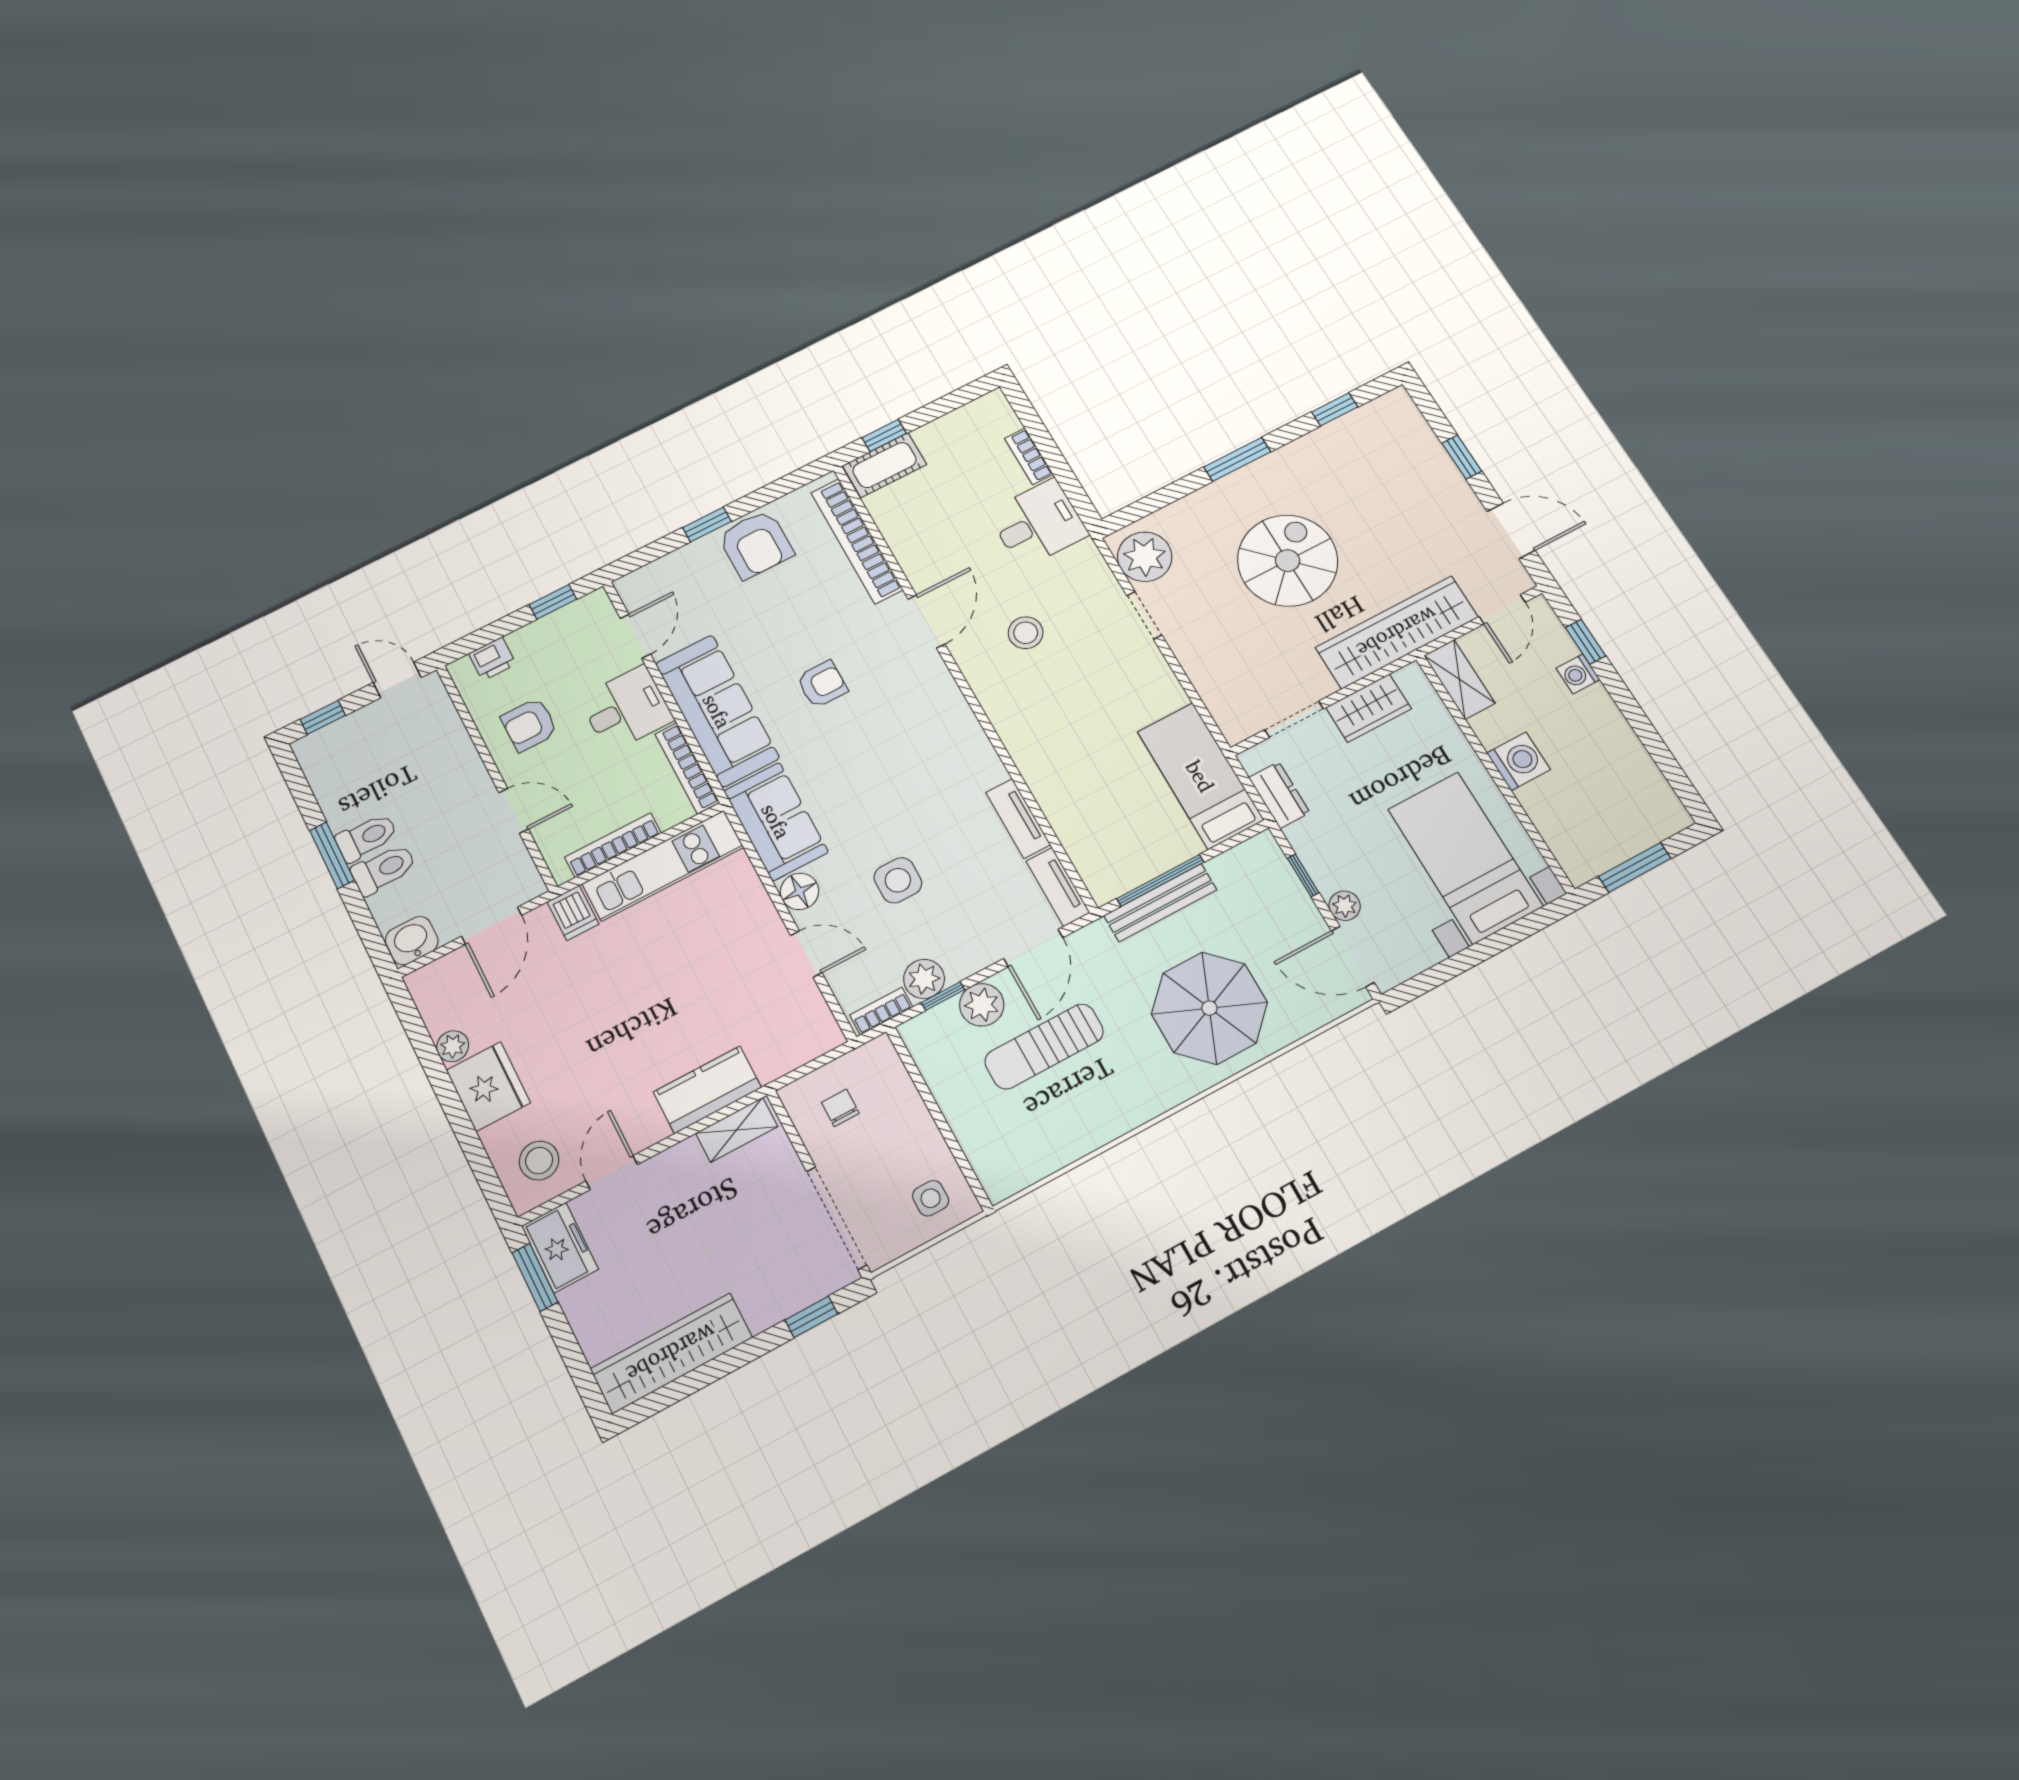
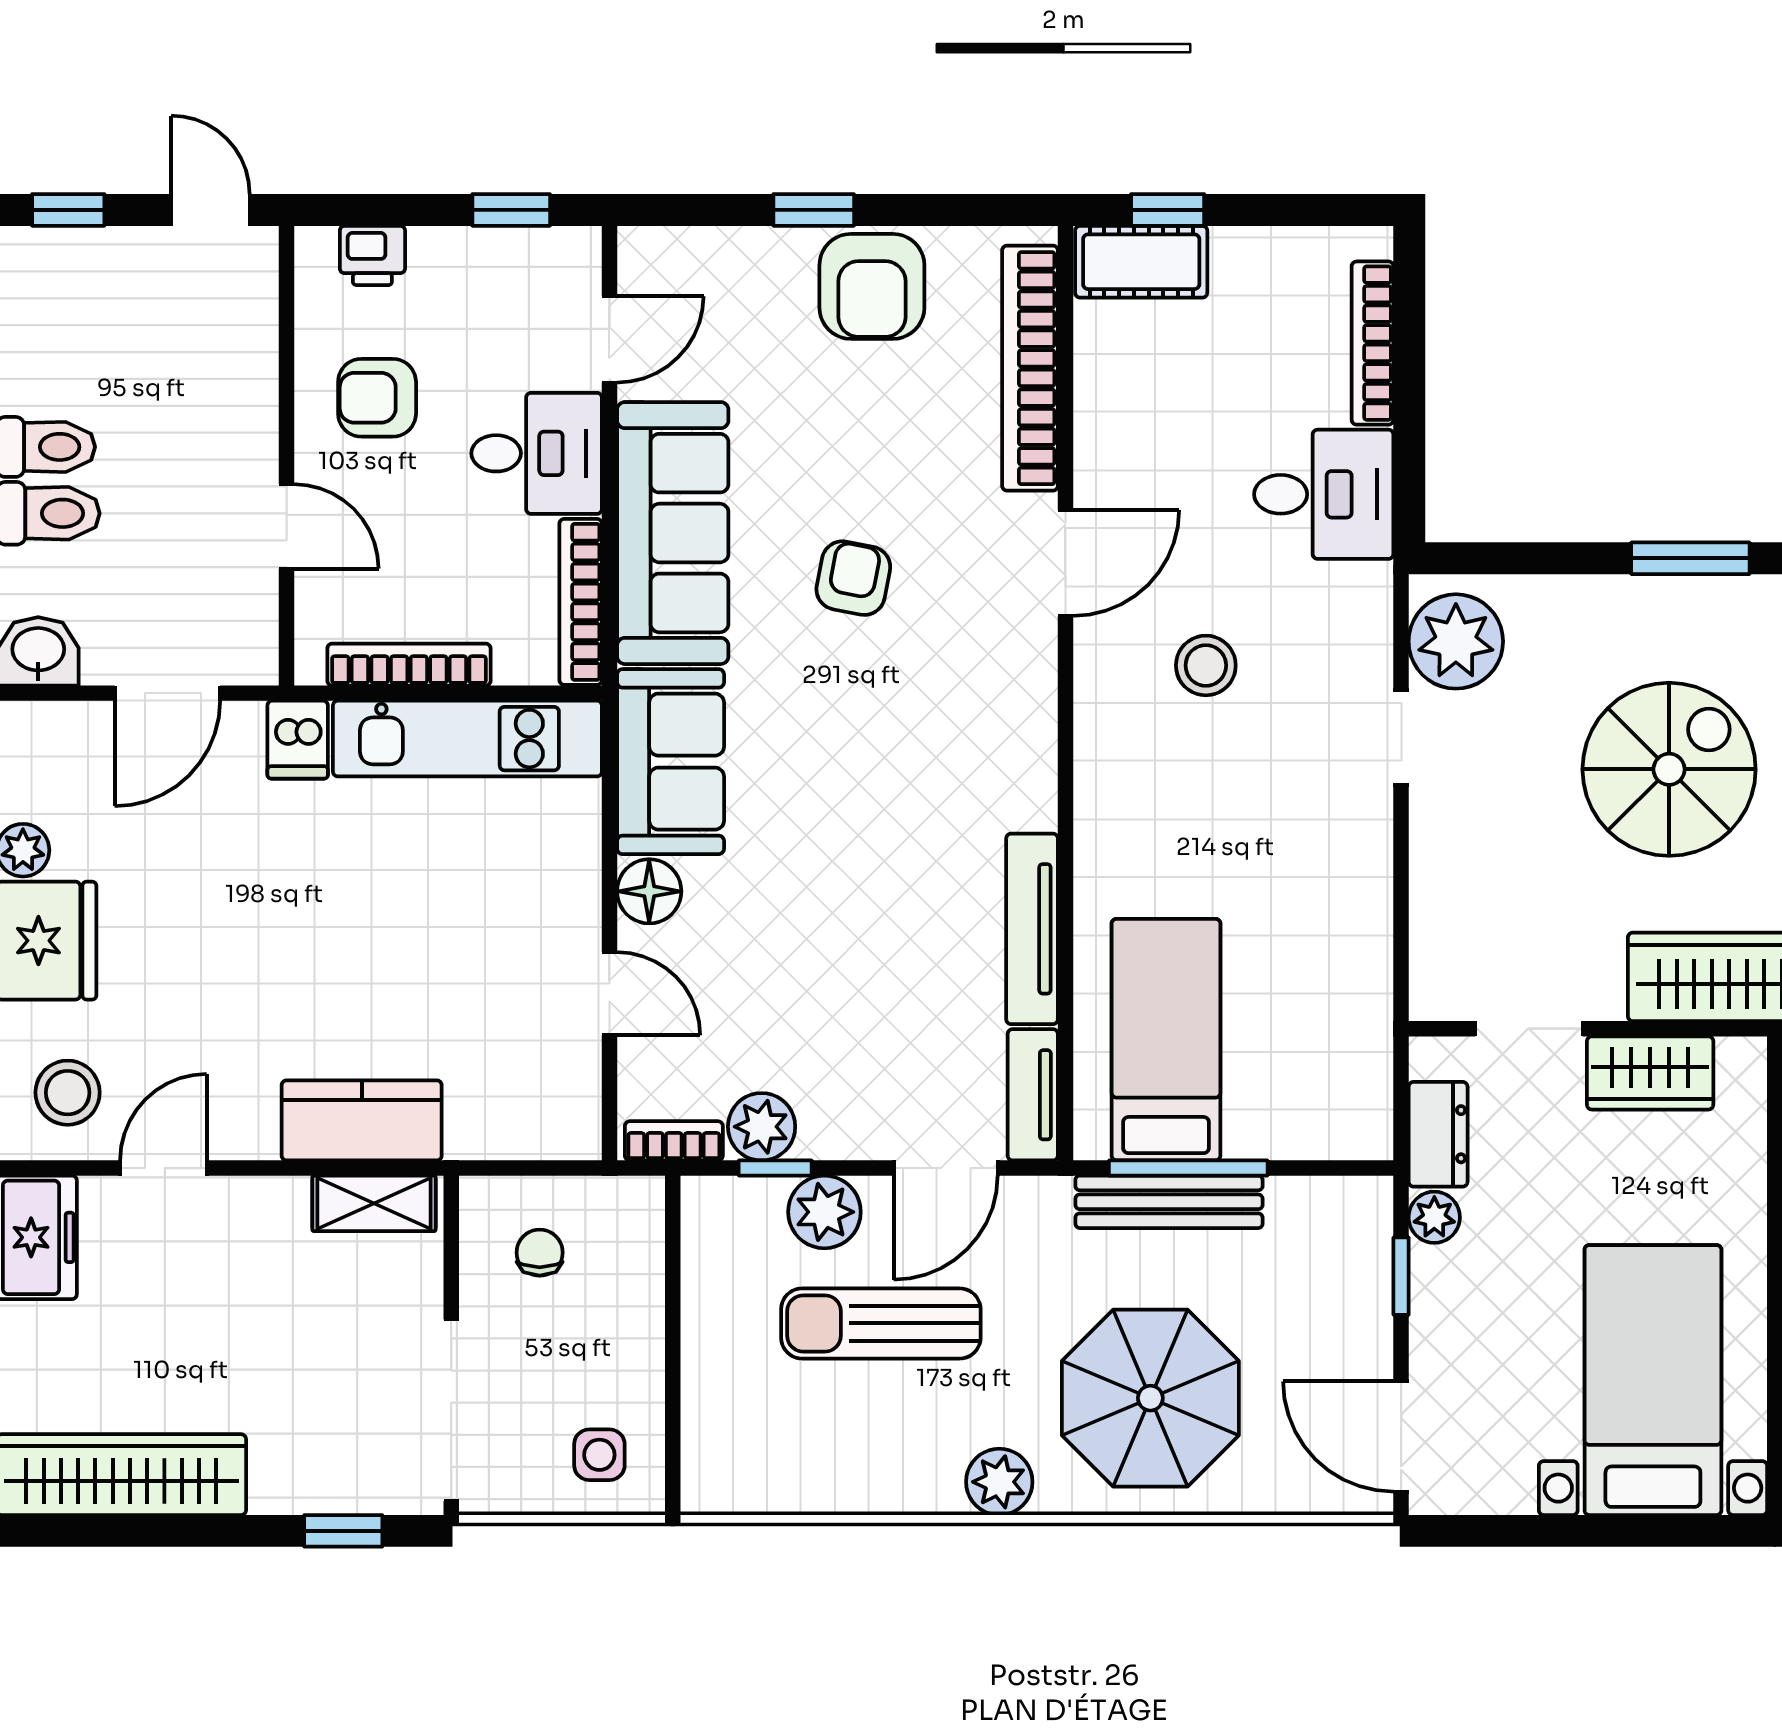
bookcase: (1029, 456) -> (1373, 343), width x1.56
armchair: (822, 684) -> (853, 578), turned -79
bed: (1200, 776) -> (1166, 1040), moved
tv unit: (1018, 819) -> (1032, 929), width x1.41
side table: (898, 880) -> (803, 954), removed
plant: (1345, 906) -> (1434, 1217), moved
plant: (1155, 1095) -> (999, 1482), added

